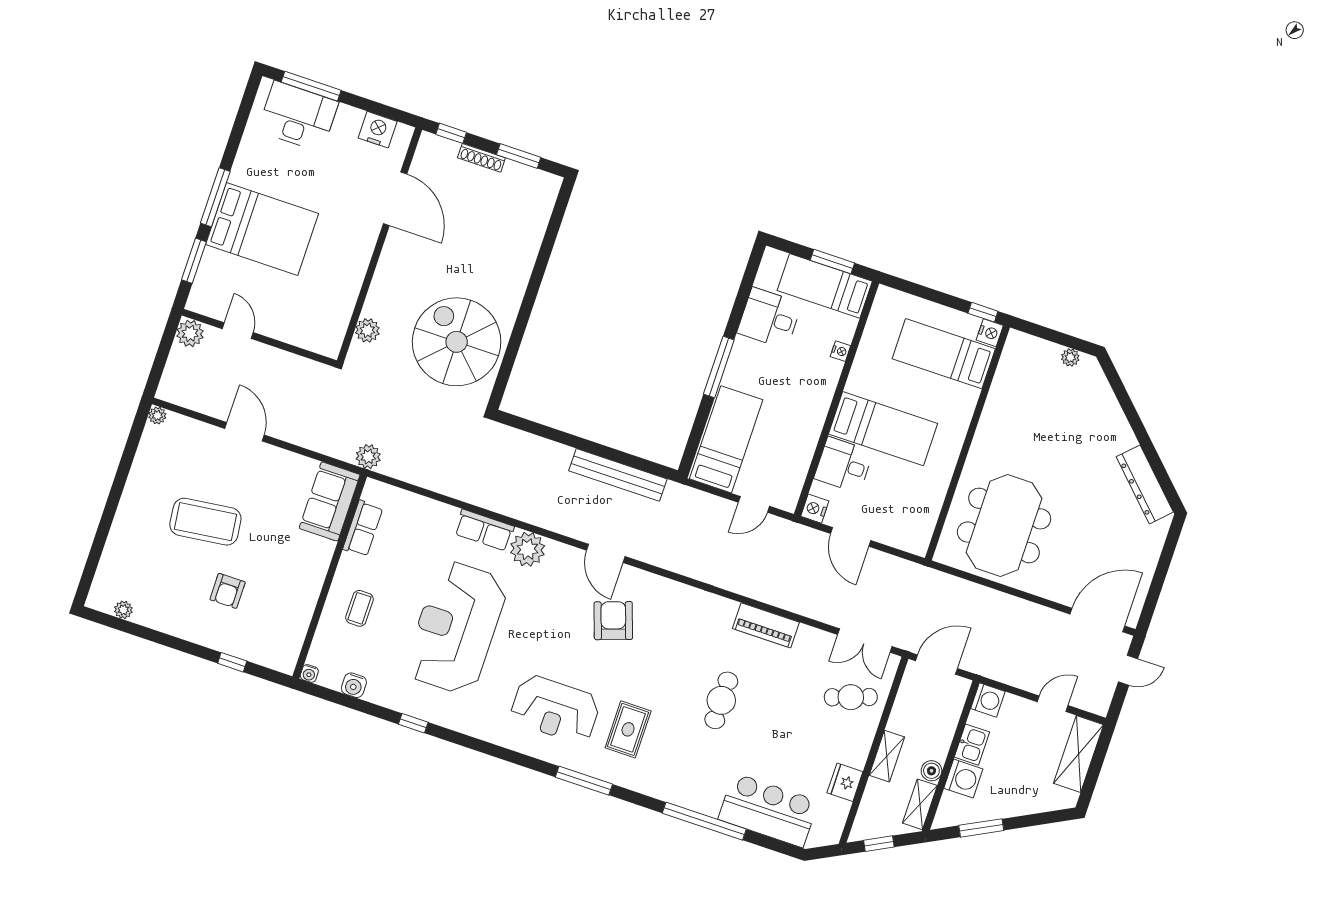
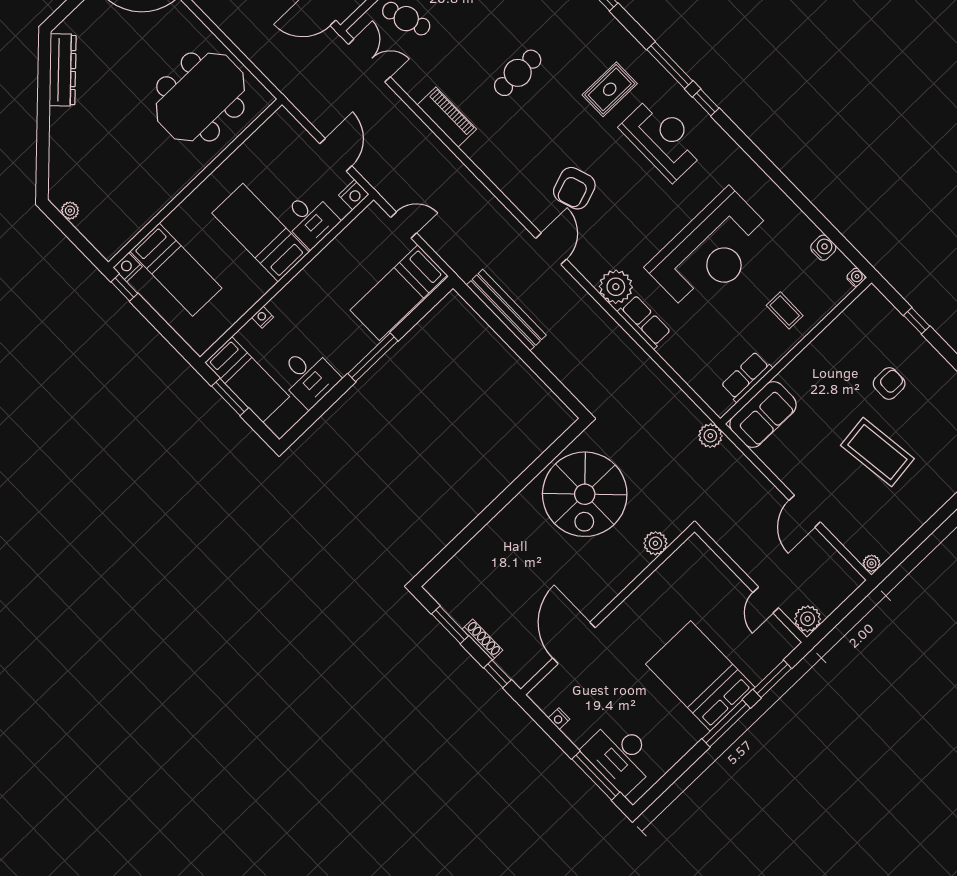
nightstand: (378, 130) -> (559, 719), width x0.53, depth x0.56
coffee table: (359, 608) -> (785, 310), turned 90
window: (413, 723) -> (706, 102), moved

